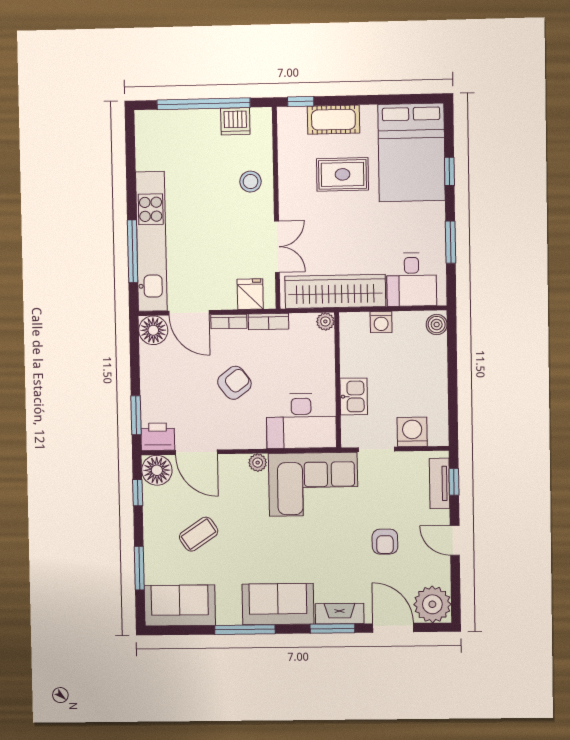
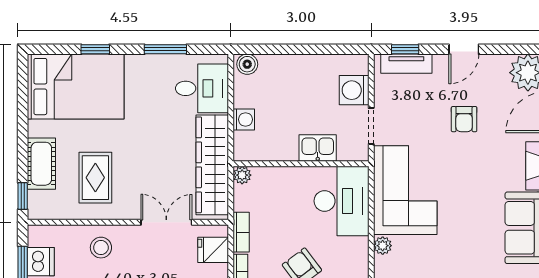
rug: (343, 174) -> (95, 178), moved
armchair: (385, 542) -> (464, 119), turned 90

